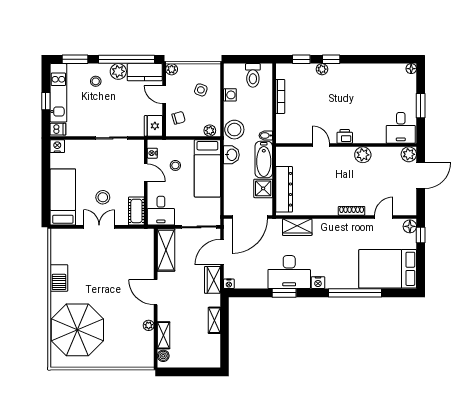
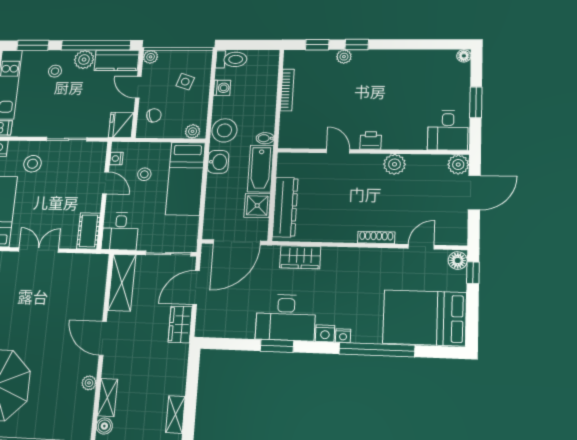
toilet: (253, 75) -> (231, 59), moved, turned -90
stool: (103, 197) -> (33, 164), moved
nightstand: (229, 284) -> (343, 336), moved
shelving: (214, 320) -> (175, 415), moved

